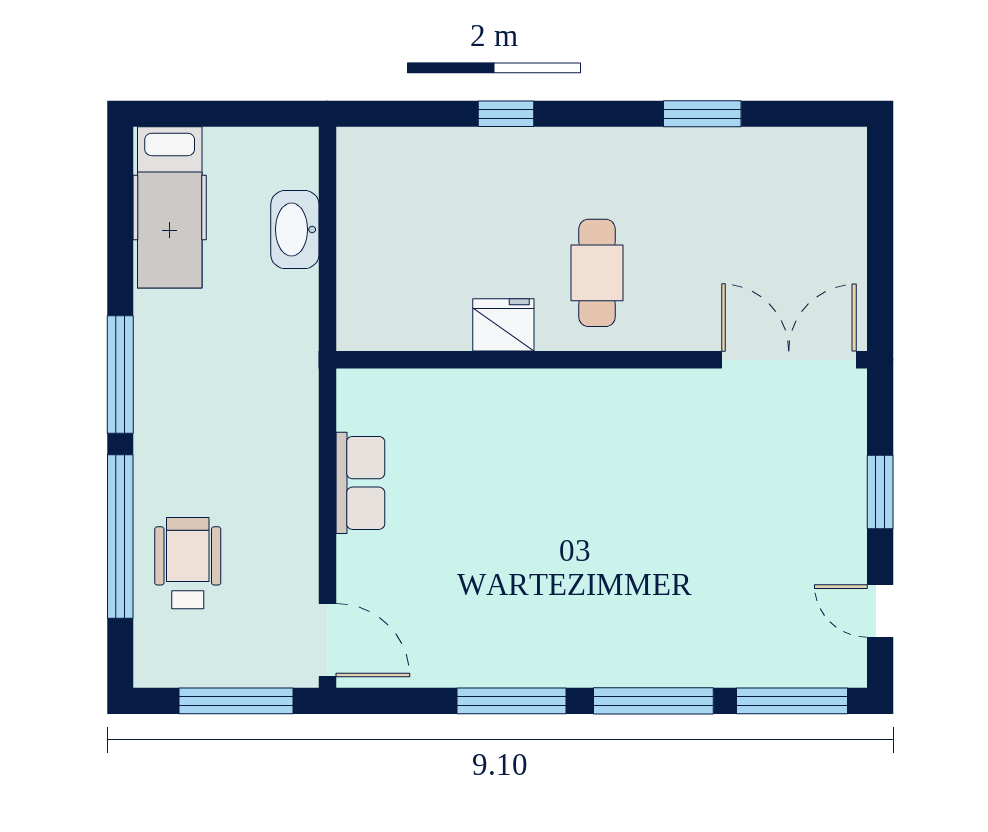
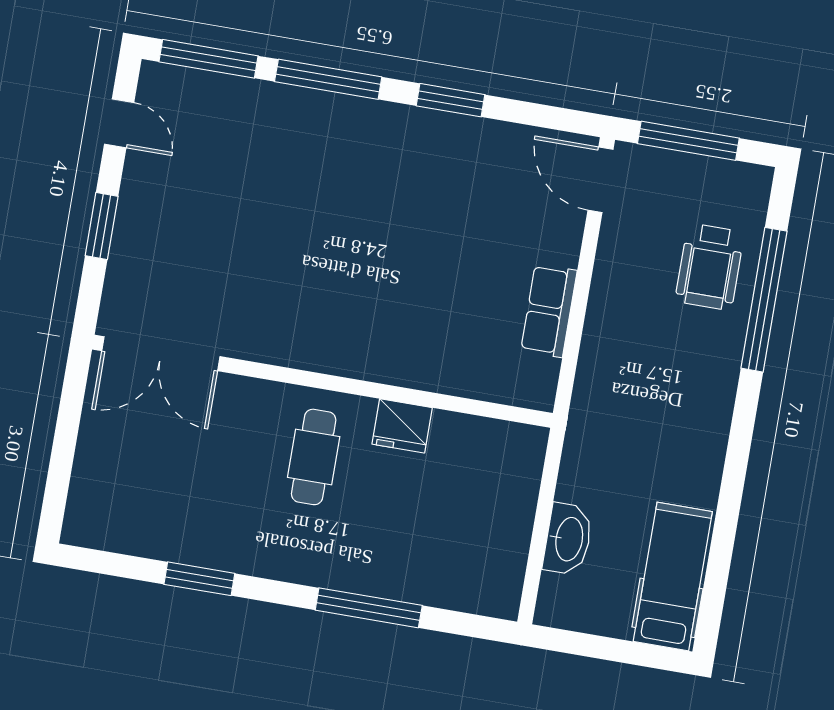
window: (506, 114) -> (369, 608), width x2.17
window: (120, 375) -> (740, 440), removed
window: (512, 701) -> (451, 100), width x0.69

